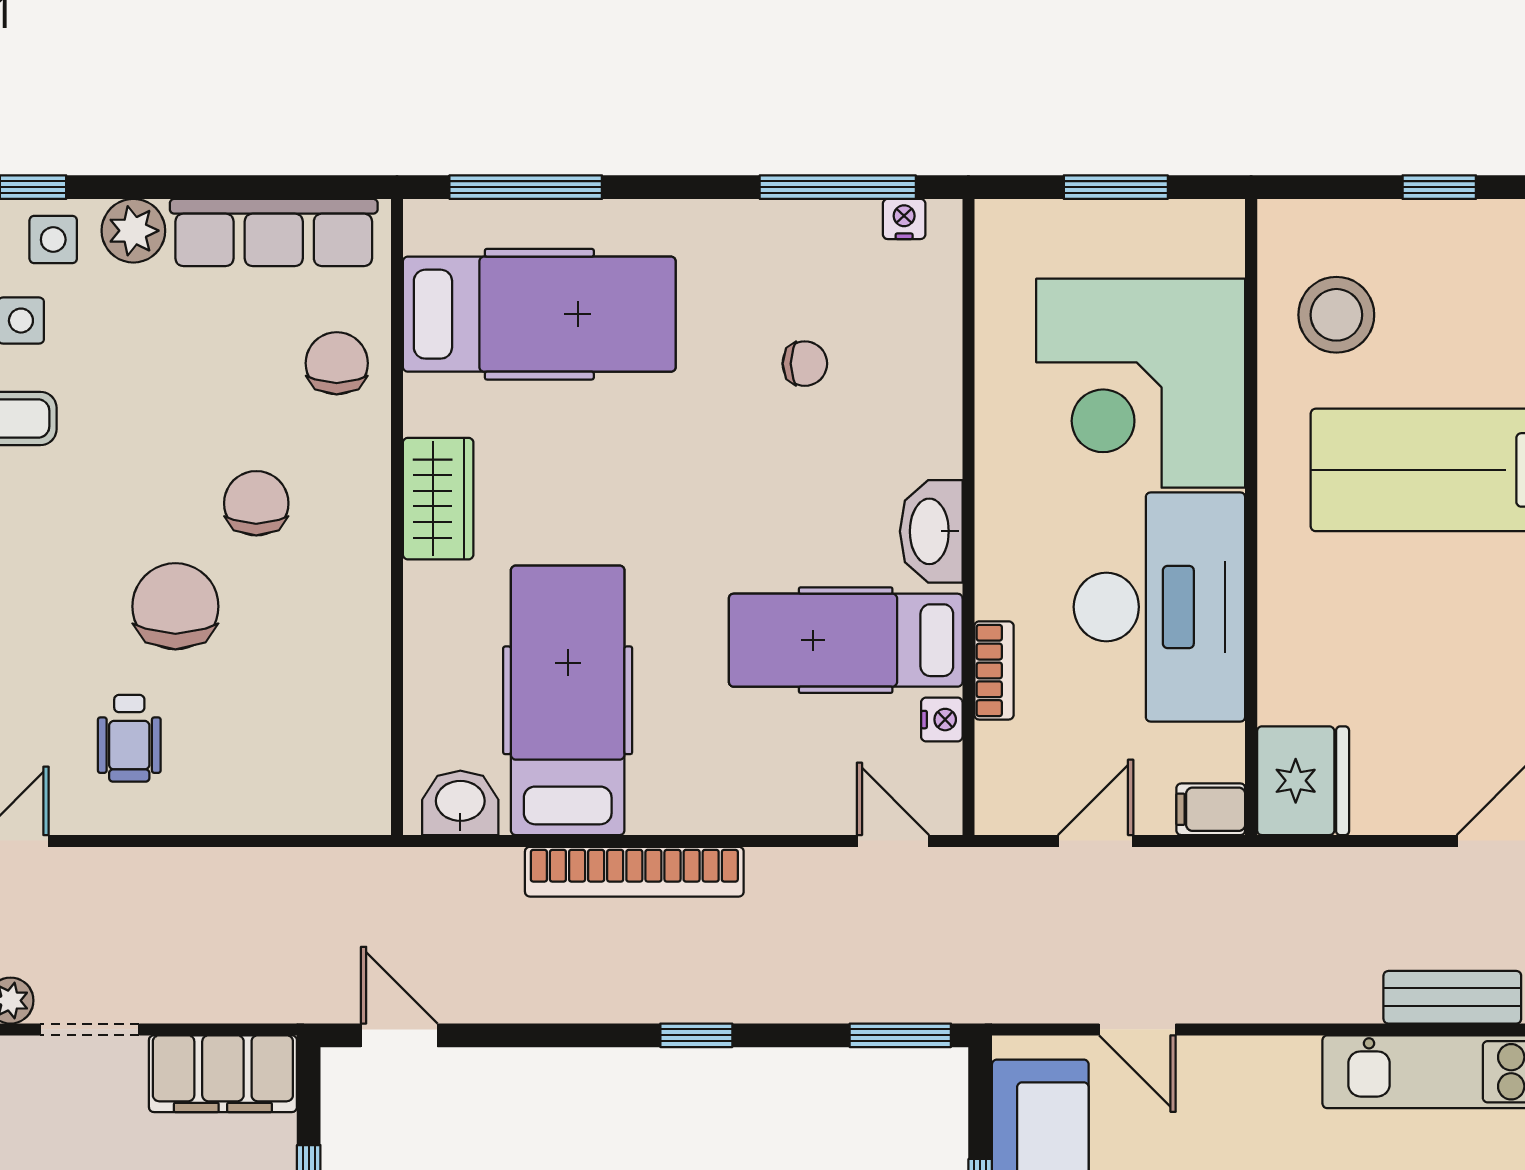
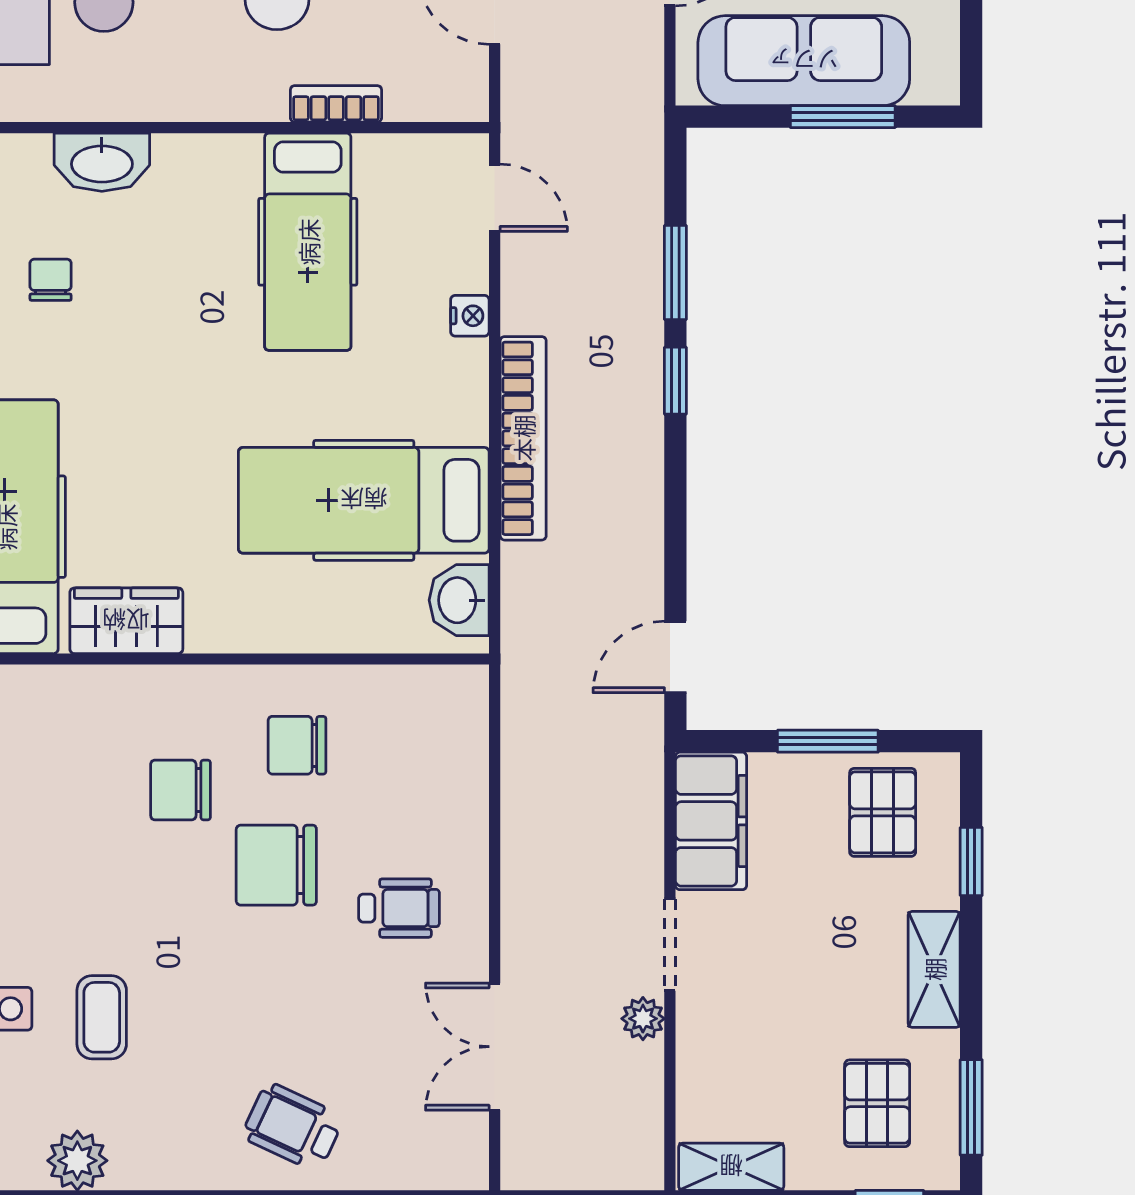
chair: (337, 363) -> (297, 745), moved
wardrobe: (438, 499) -> (126, 621), moved
washbasin: (931, 531) -> (102, 162), moved
nightstand: (942, 720) -> (470, 316), moved, turned 90
door: (893, 841) -> (495, 198), swing flipped
window: (900, 1035) -> (675, 273), moved

